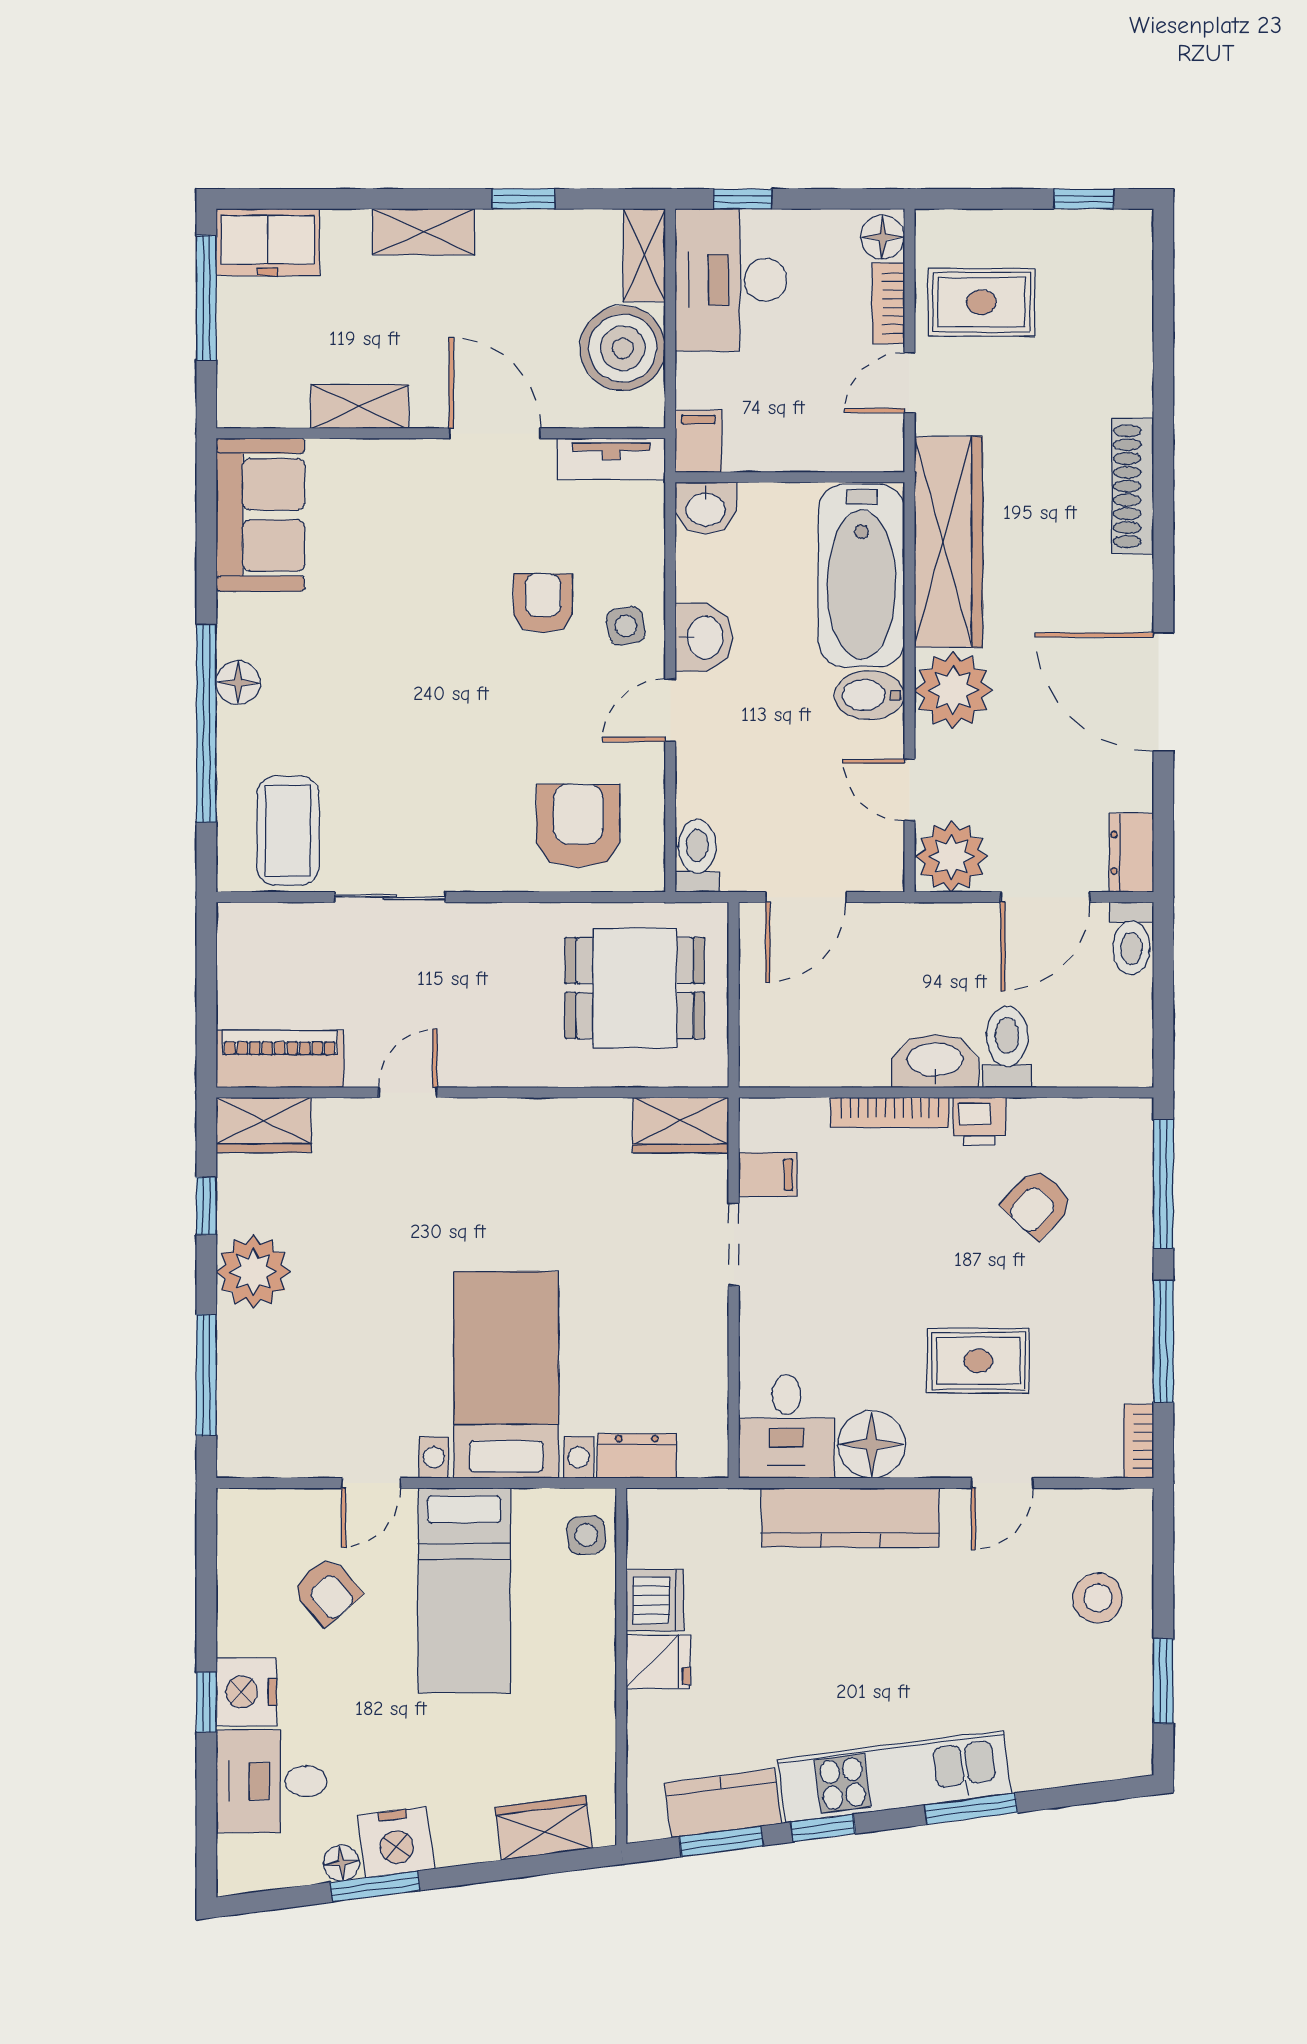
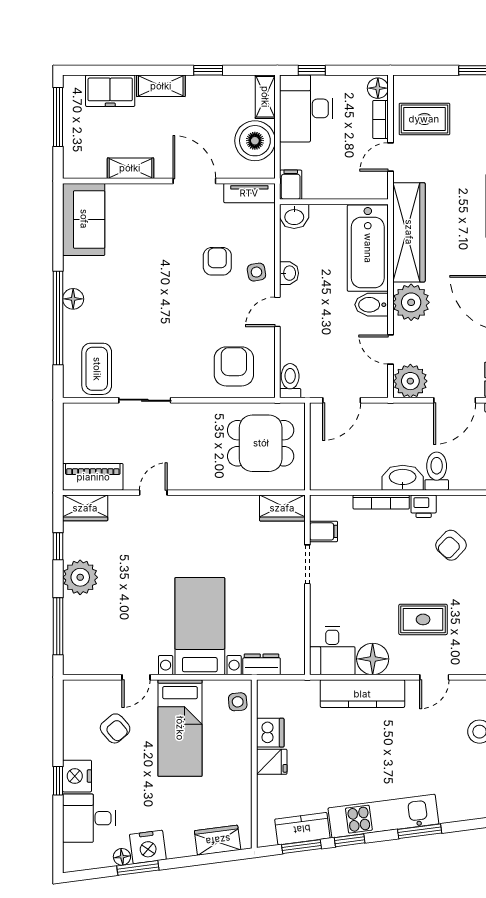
freezer: (268, 242) -> (110, 91), moved
washbasin: (704, 638) -> (289, 273), width x0.72, depth x0.69

